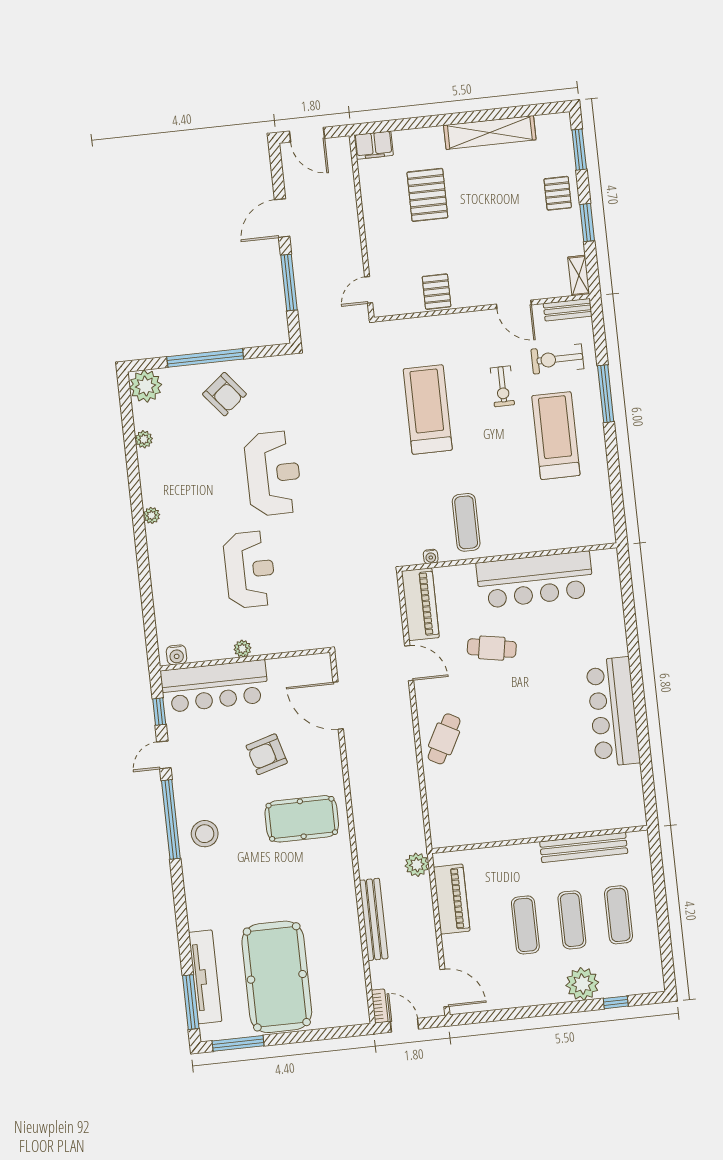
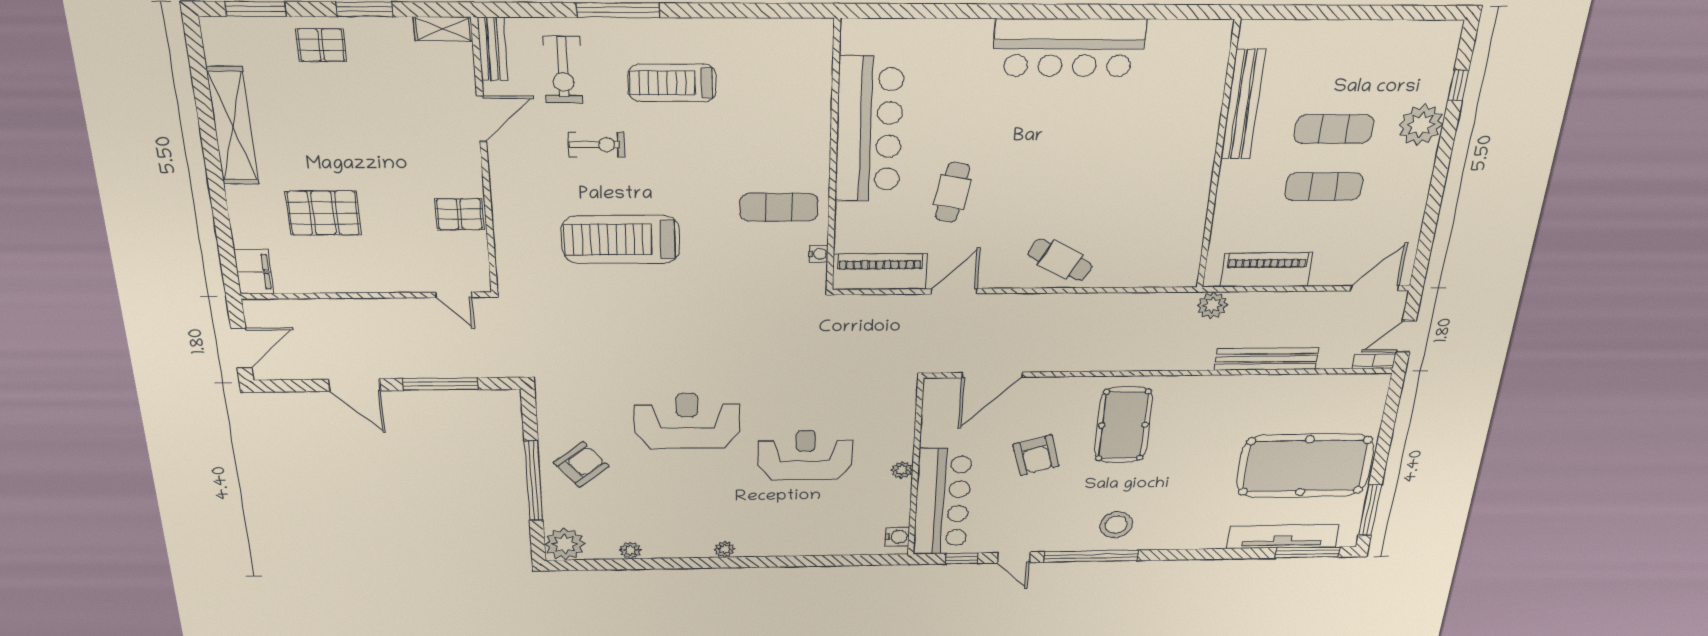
treadmill: (556, 436) -> (672, 83), width x0.73, depth x0.73
exercise mat: (618, 915) -> (1344, 70), removed

